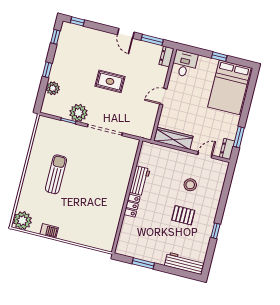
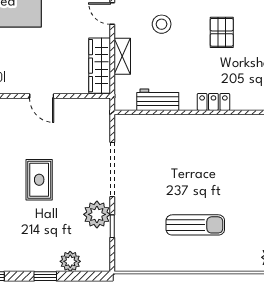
shelving: (176, 154) -> (122, 56), added
sun lounger: (56, 174) -> (195, 225), turned 180
workbench: (140, 181) -> (158, 100), moved
pallet: (183, 215) -> (222, 32), moved

